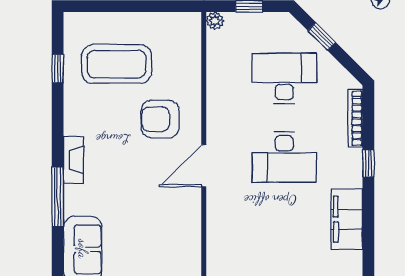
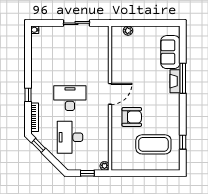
window: (322, 36) -> (39, 145), moved
desk: (284, 78) -> (70, 137), turned 90
fireplace: (73, 160) -> (175, 81), moved
filing cabinet: (347, 219) -> (39, 67), removed

